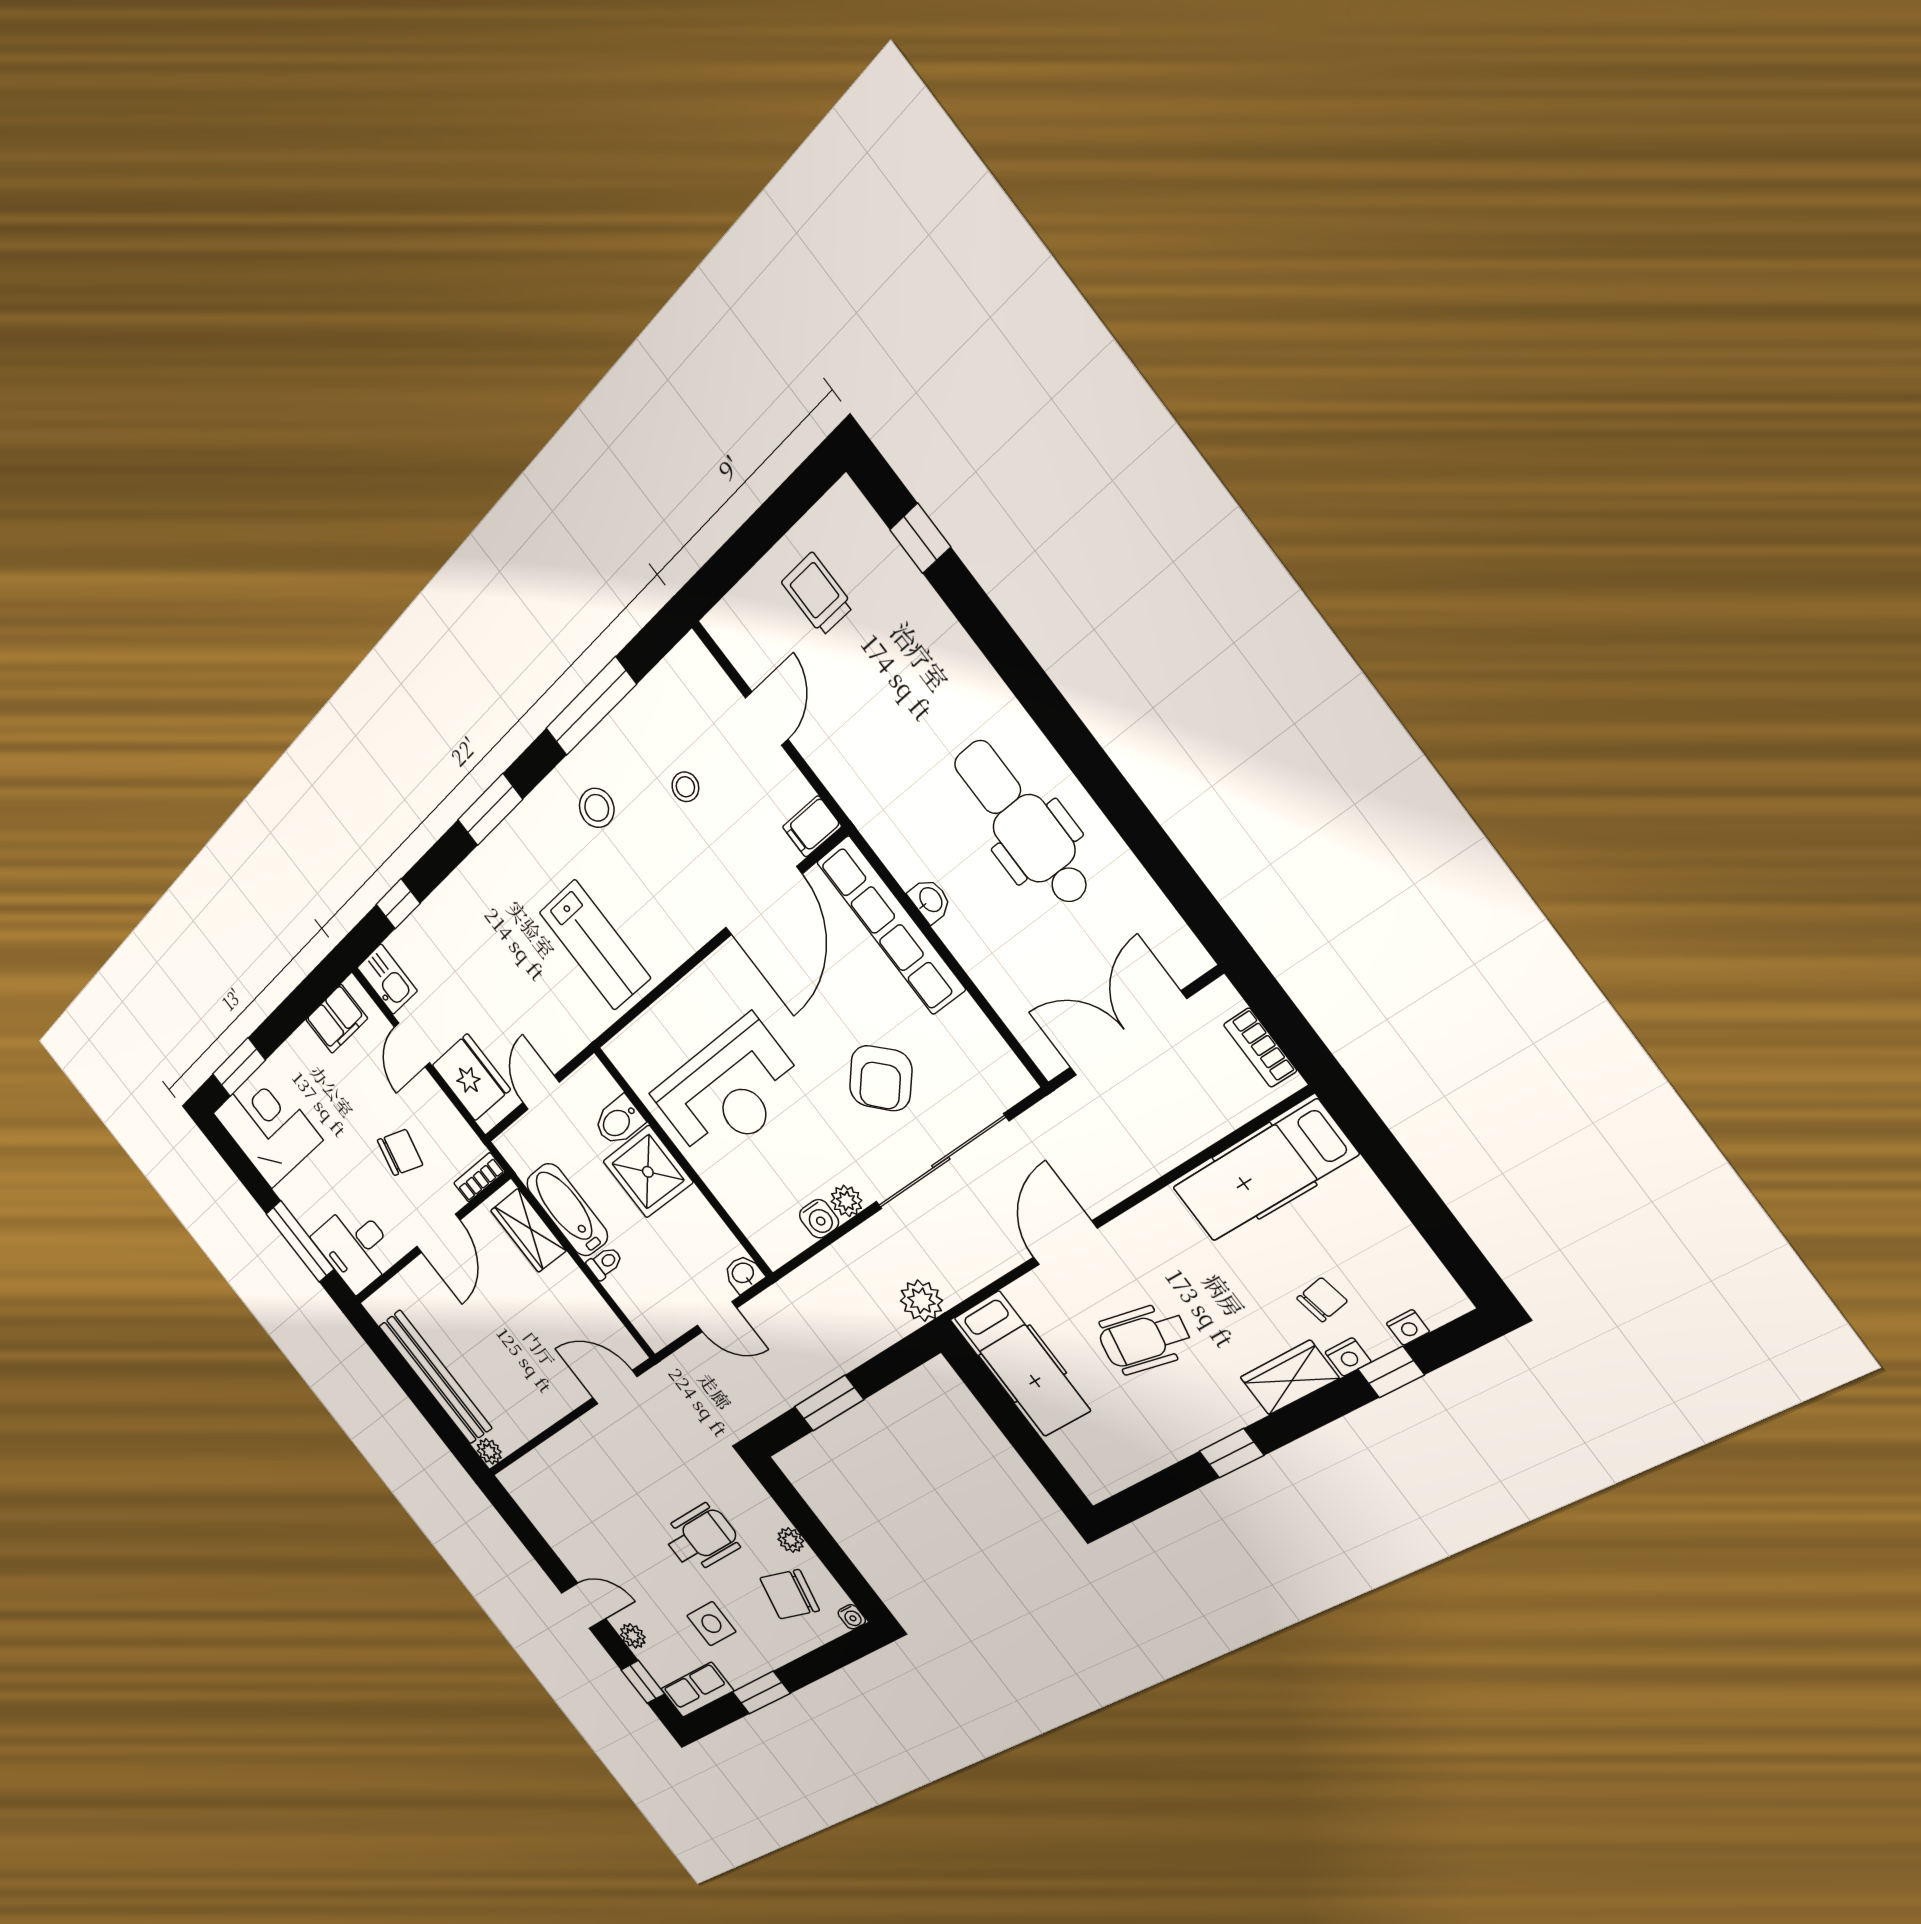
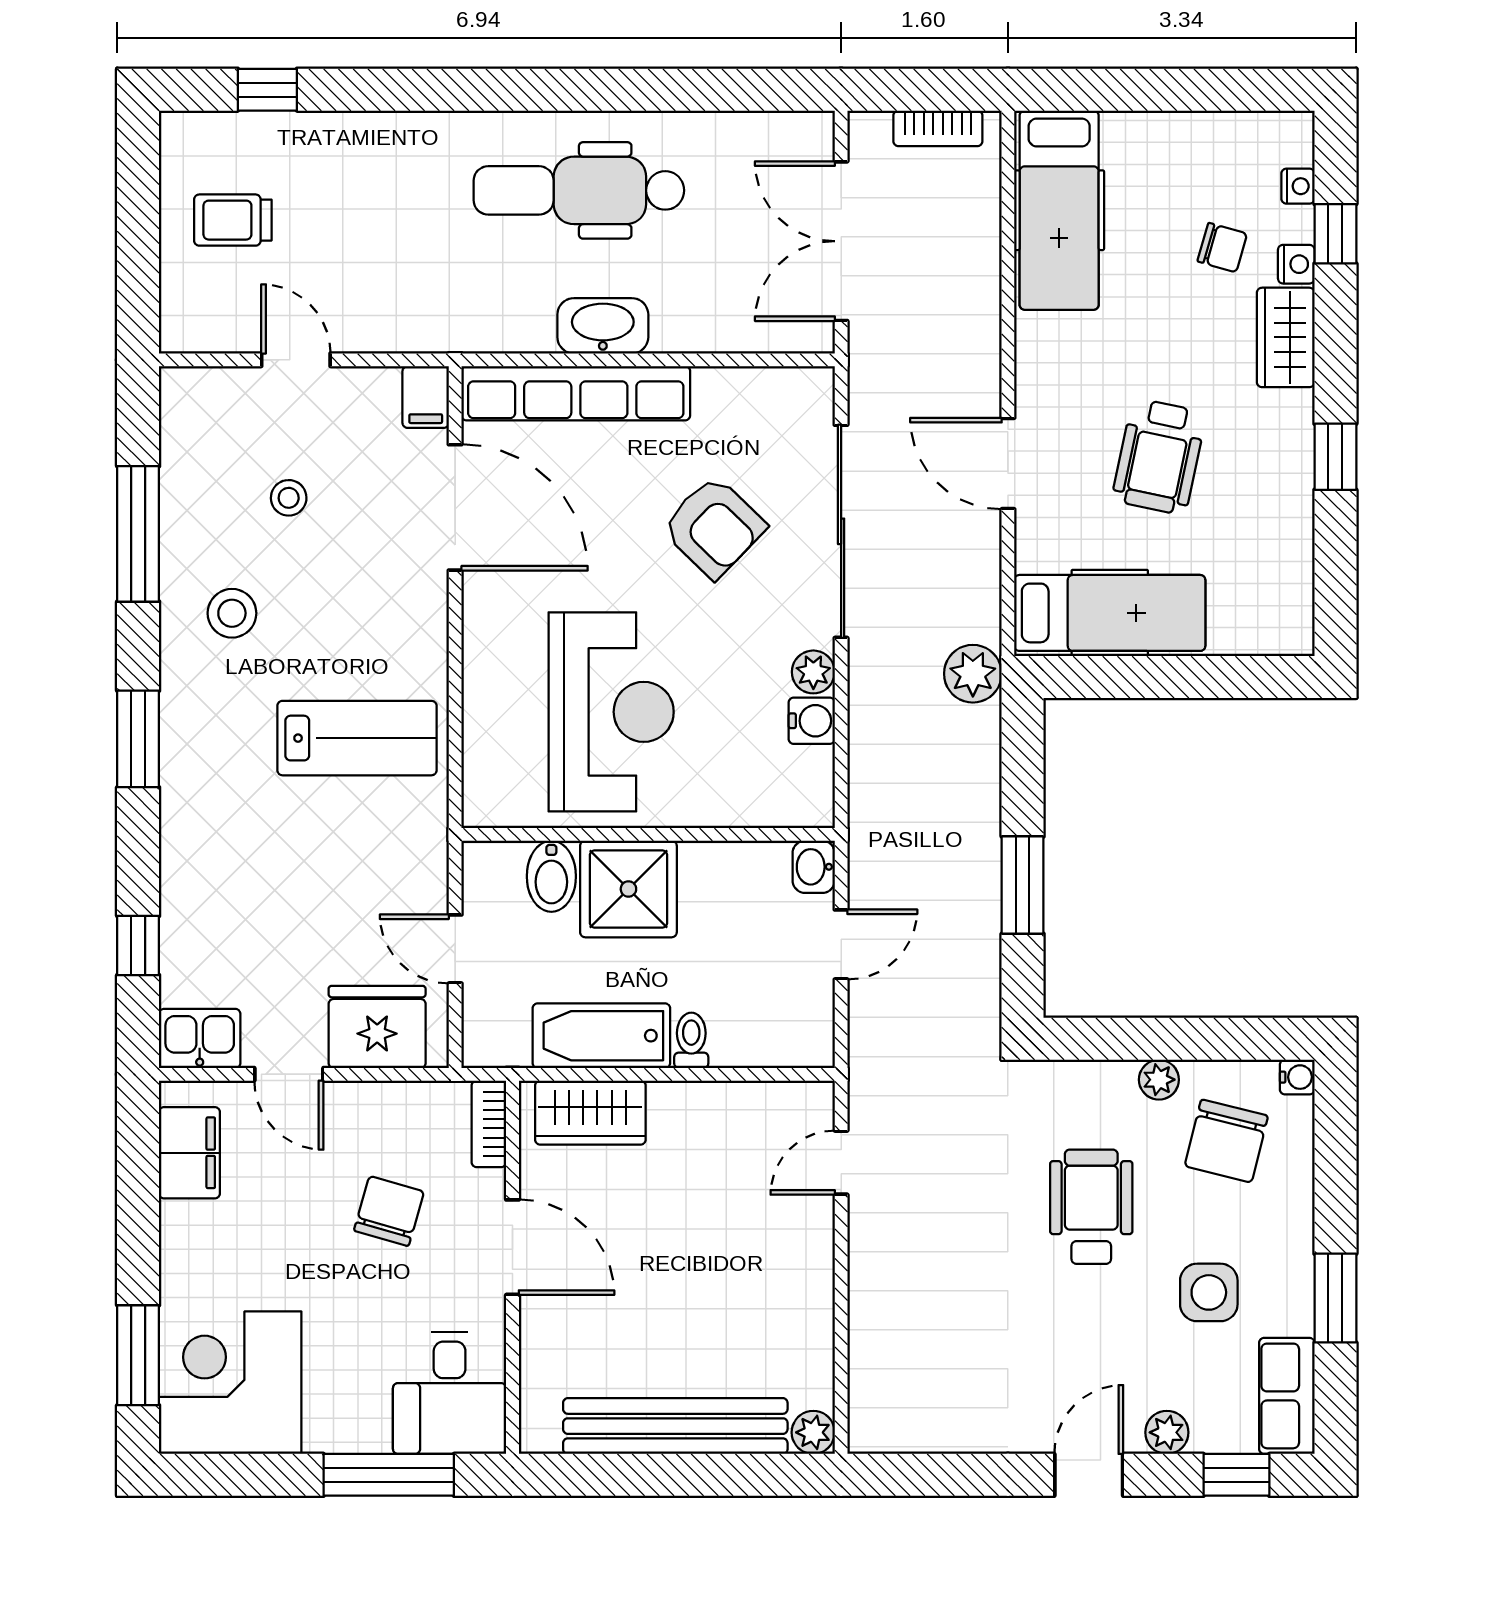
washbasin: (930, 900) -> (603, 326), width x1.91, depth x1.45
chair: (1322, 1300) -> (1222, 248), turned 117
door: (615, 1387) -> (841, 1163), width x0.73

